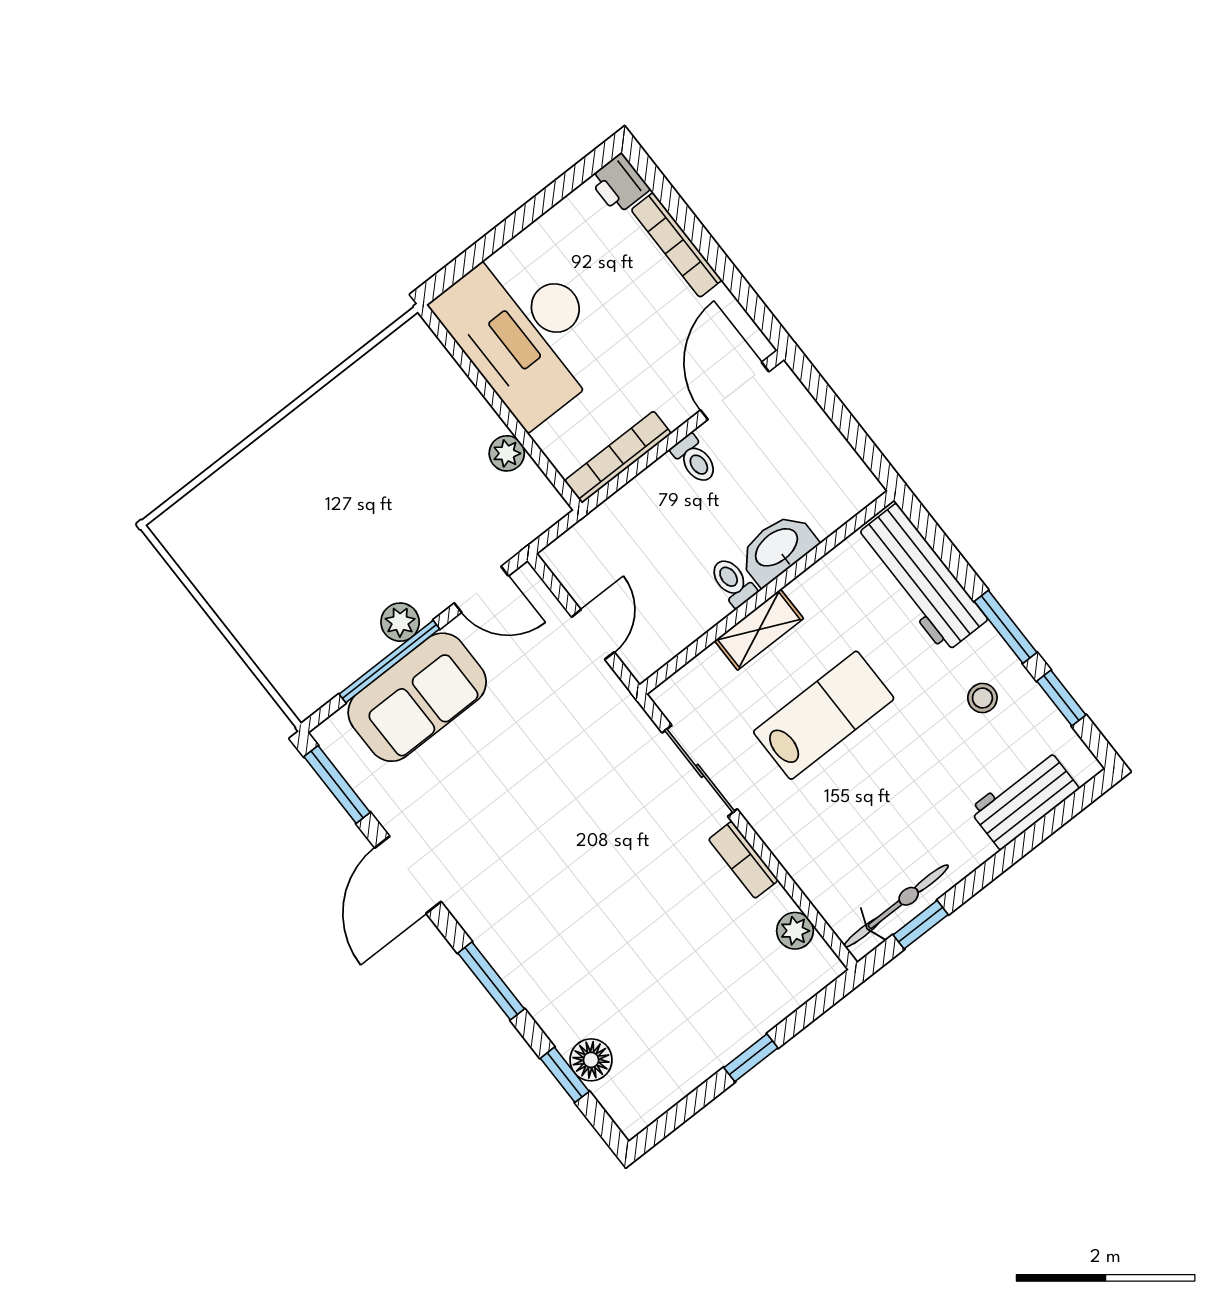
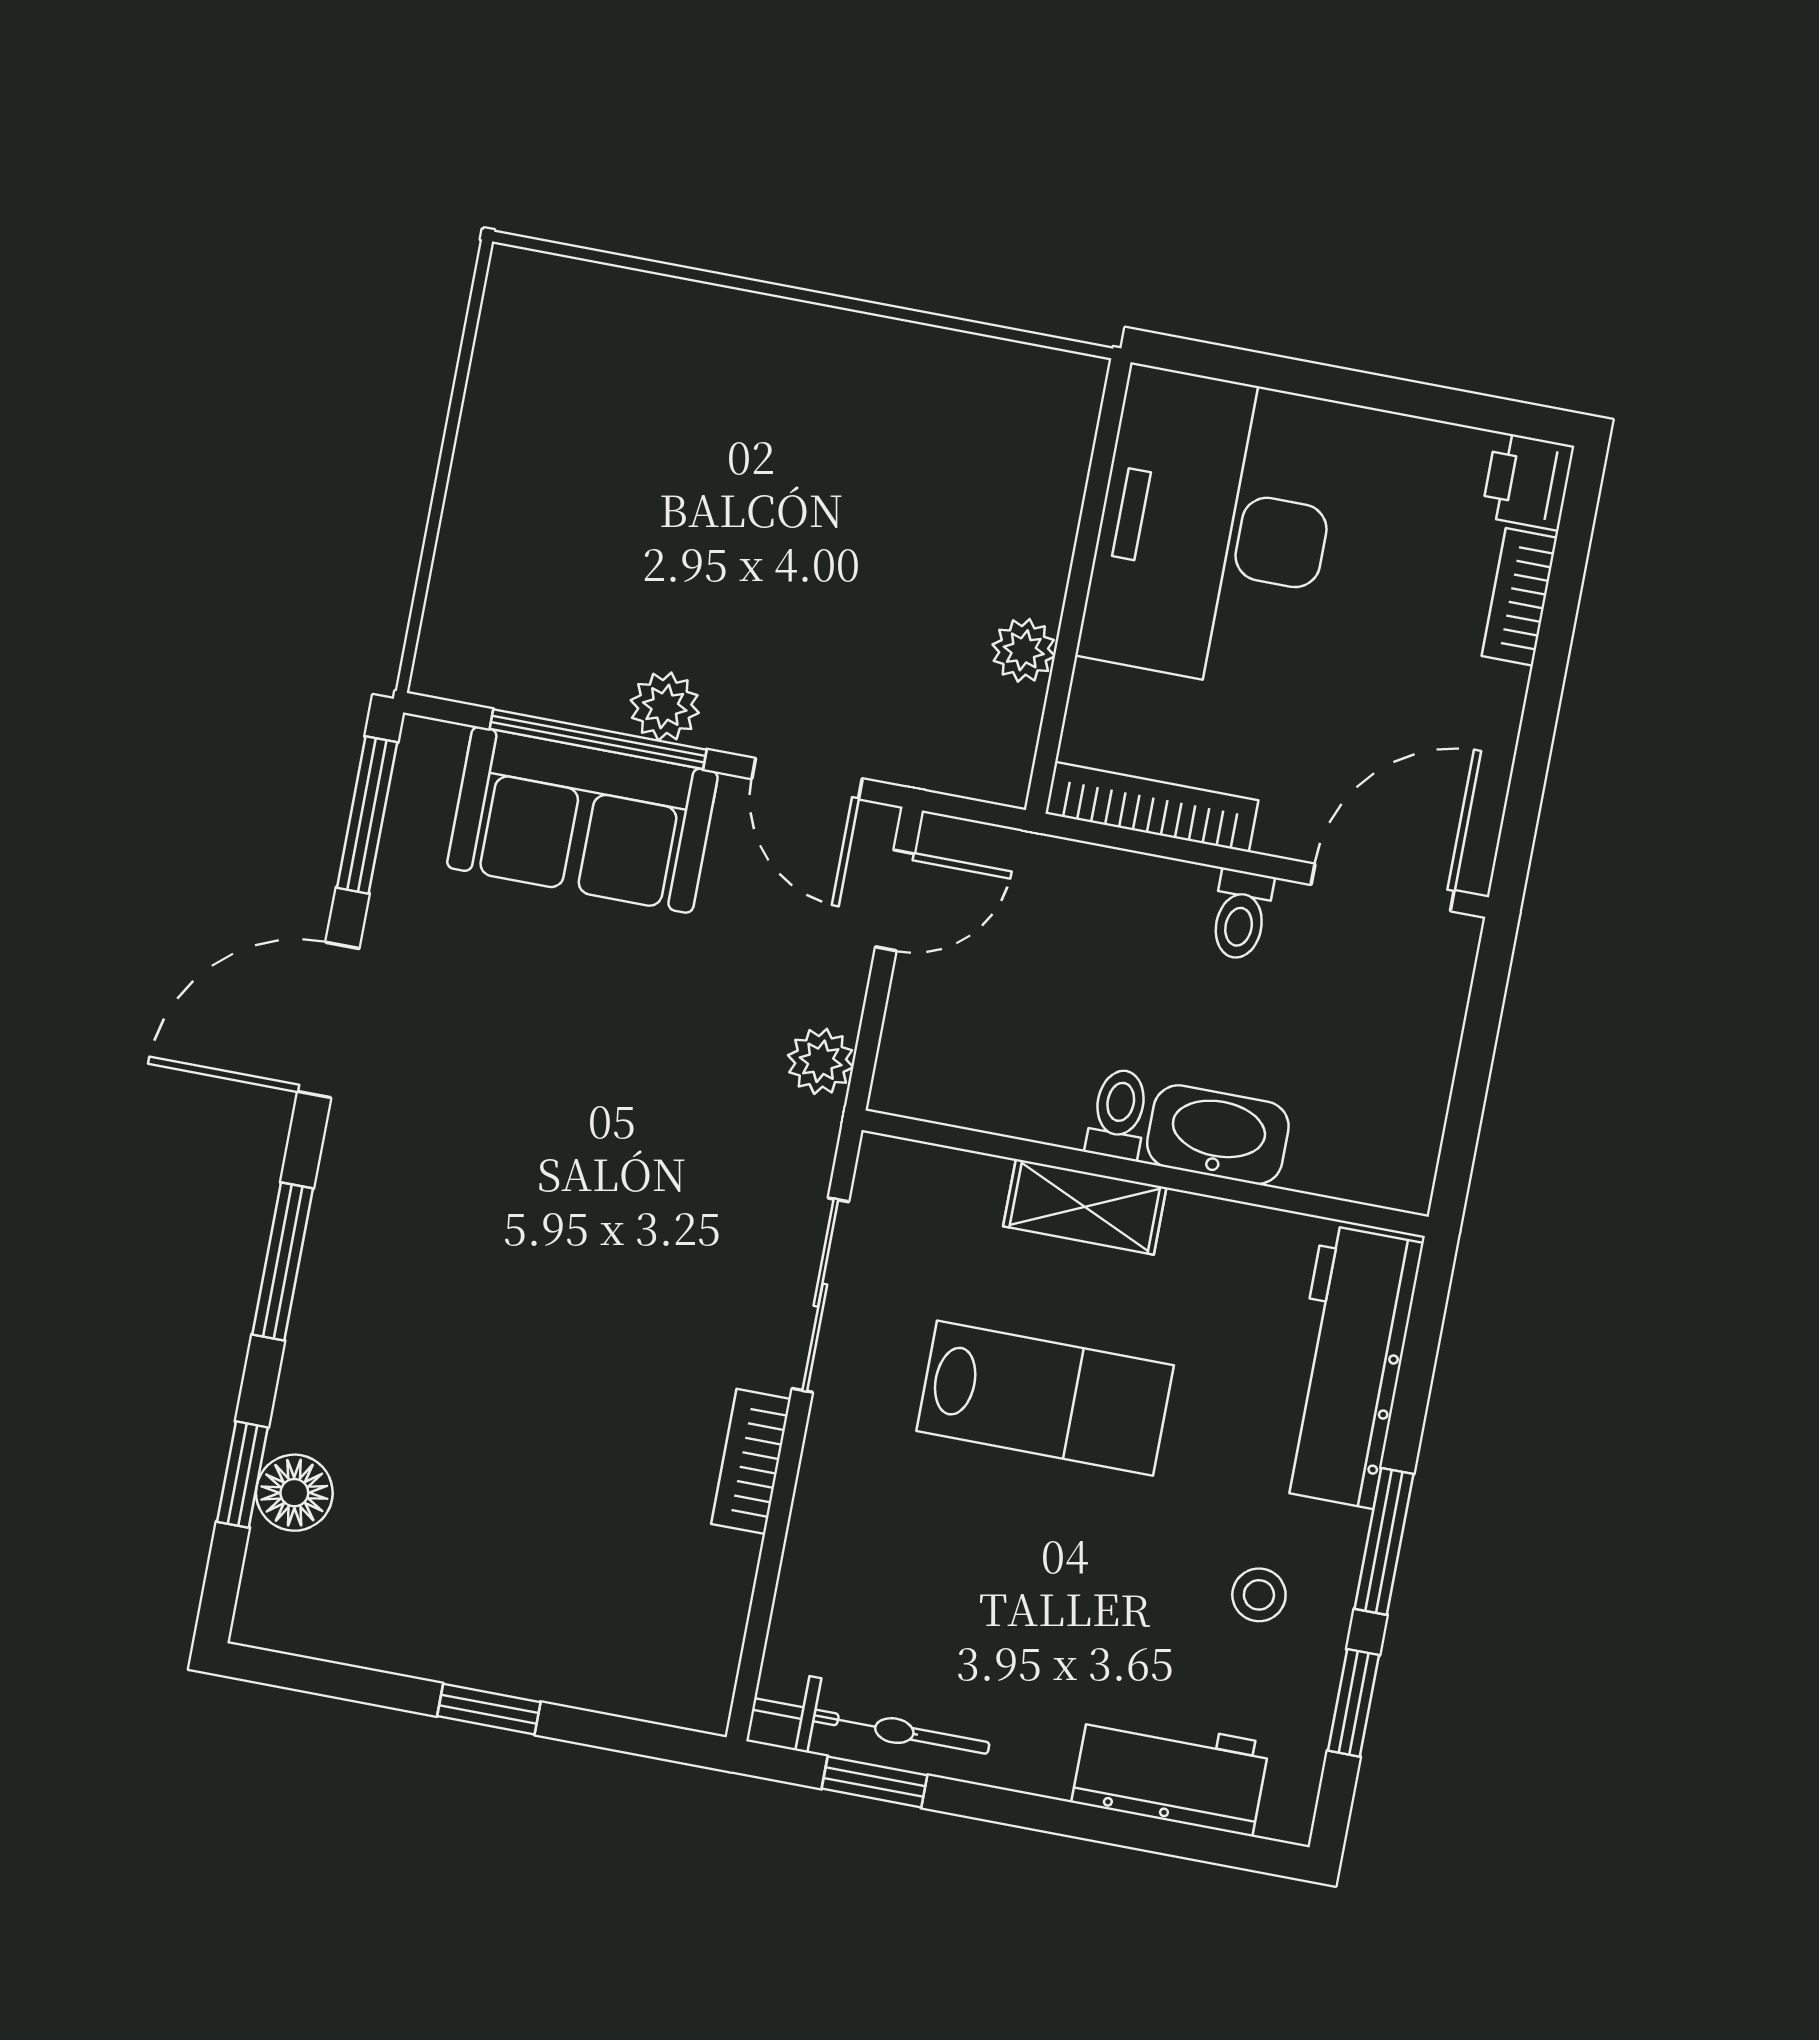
bookcase: (677, 245) -> (1519, 597), width x0.64
door: (593, 635) -> (895, 900), moved
plant: (795, 931) -> (821, 1061), moved

